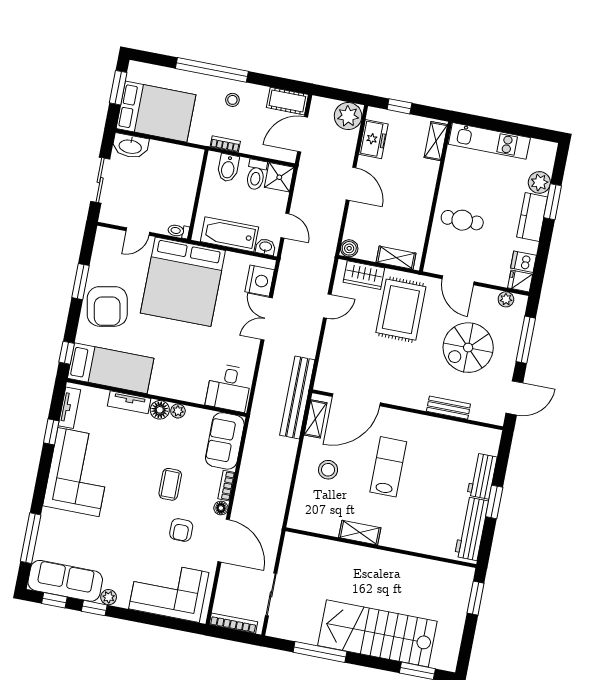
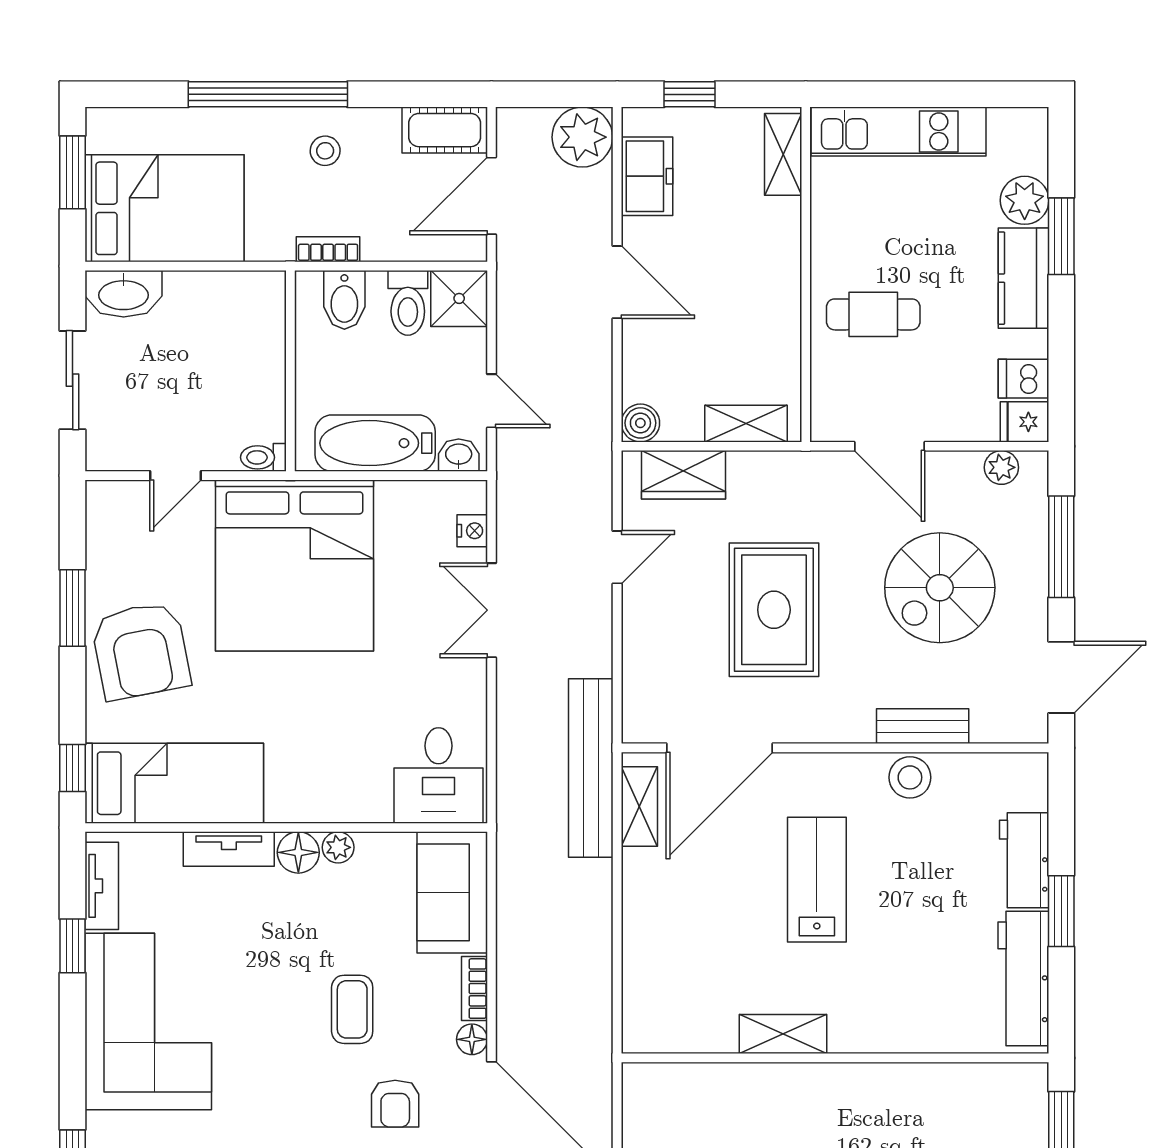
nightstand: (260, 281) -> (472, 531), width x0.53, depth x0.56
rug: (401, 310) -> (774, 610), moved
stool: (328, 470) -> (910, 777), moved

